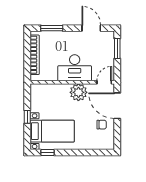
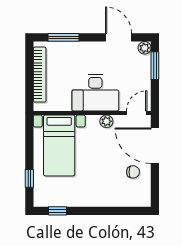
plant: (110, 36) -> (145, 48), added
plant: (78, 92) -> (106, 121), width x0.53, depth x0.53
window: (27, 117) -> (29, 178), moved
bed with nightstands: (52, 131) -> (59, 145), moved, turned 90

